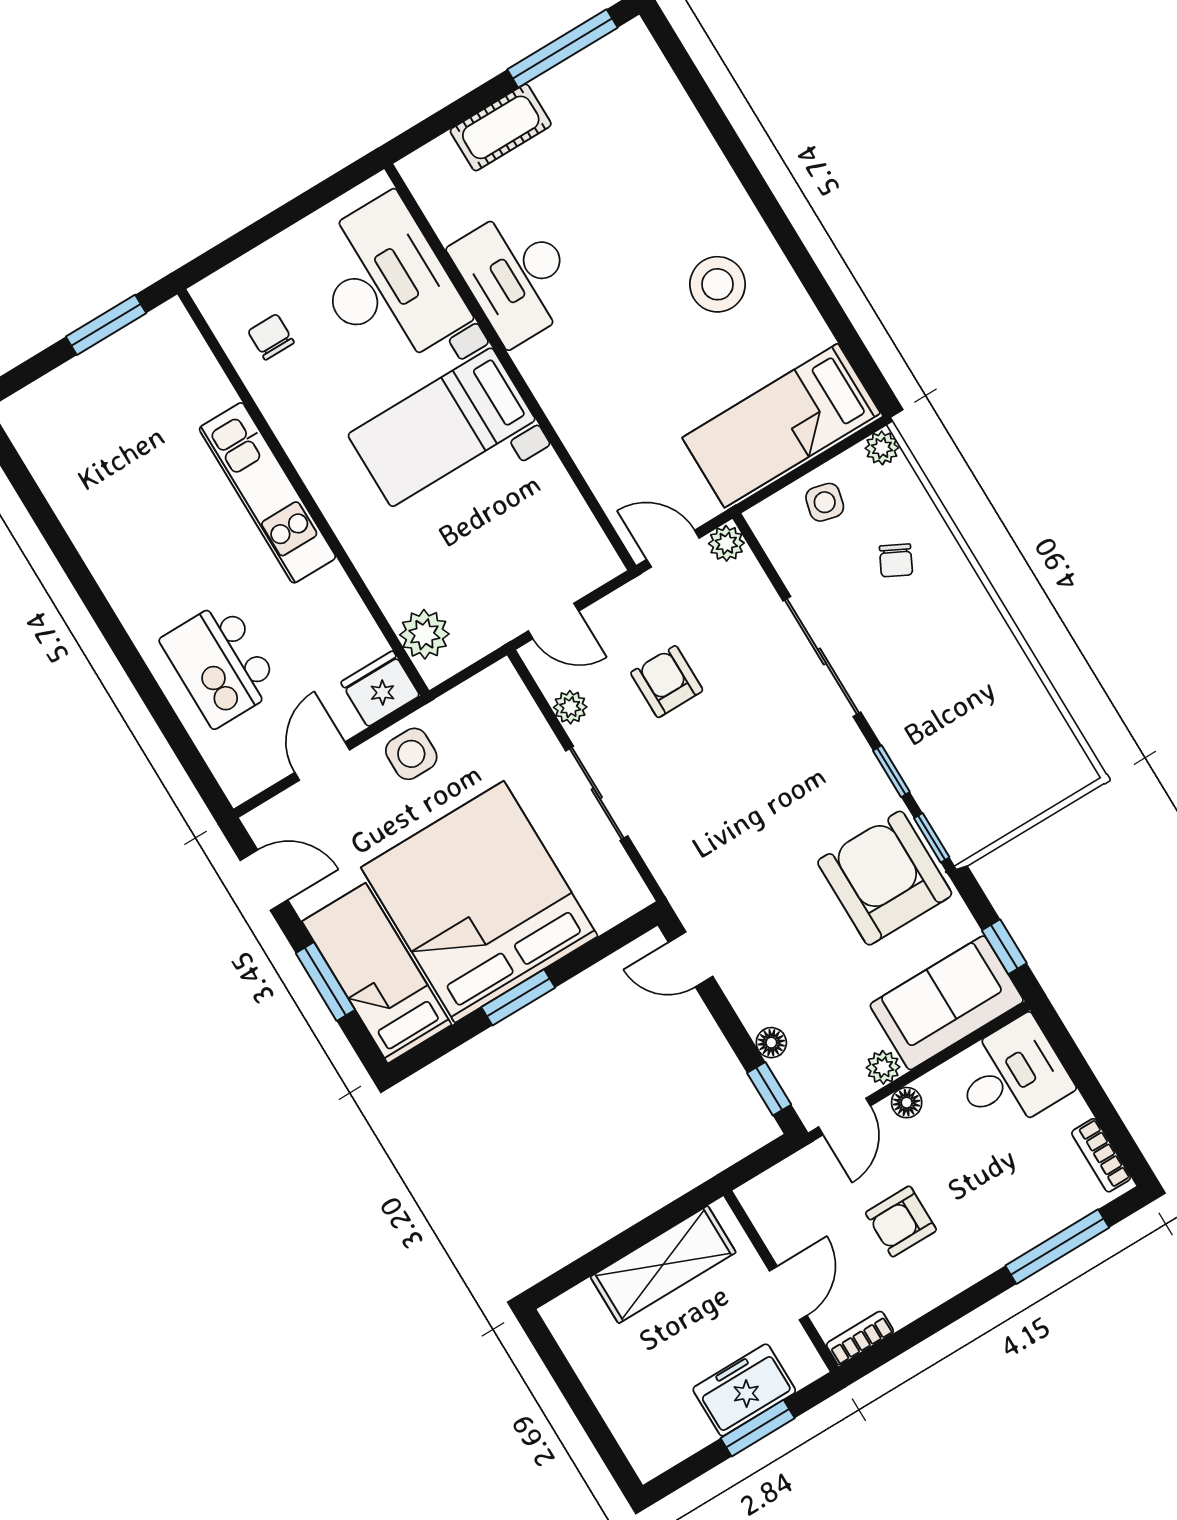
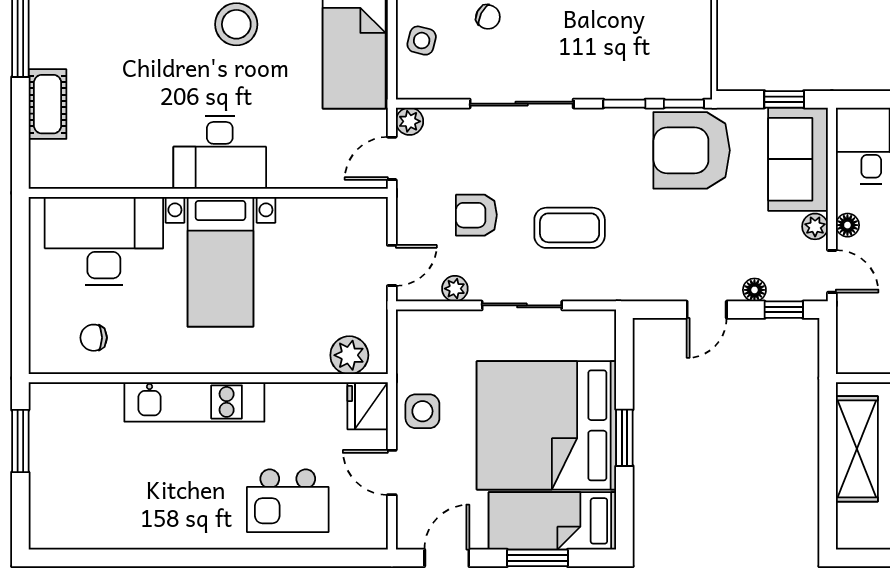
desk: (516, 276) -> (220, 153), moved
coffee table: (716, 794) -> (570, 228), added
door: (691, 959) -> (707, 310), moved

